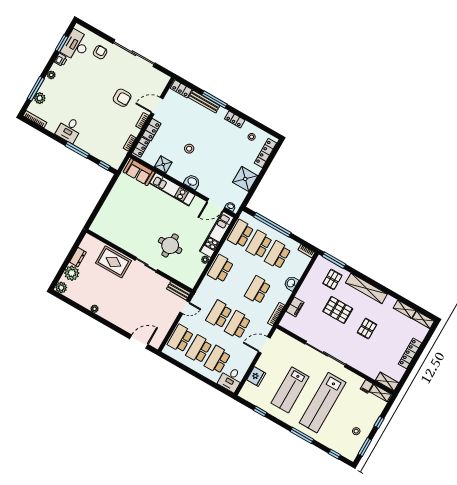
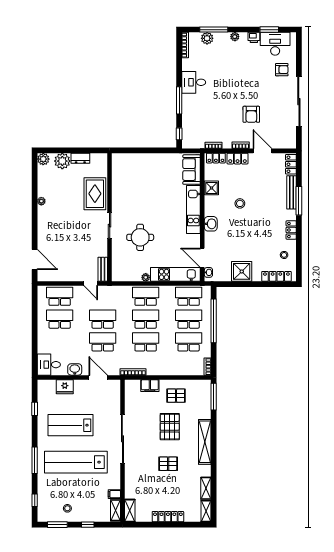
pallet: (332, 279) -> (176, 396), moved
washbasin: (291, 283) -> (75, 369), moved
school desk: (217, 360) -> (146, 319), moved

